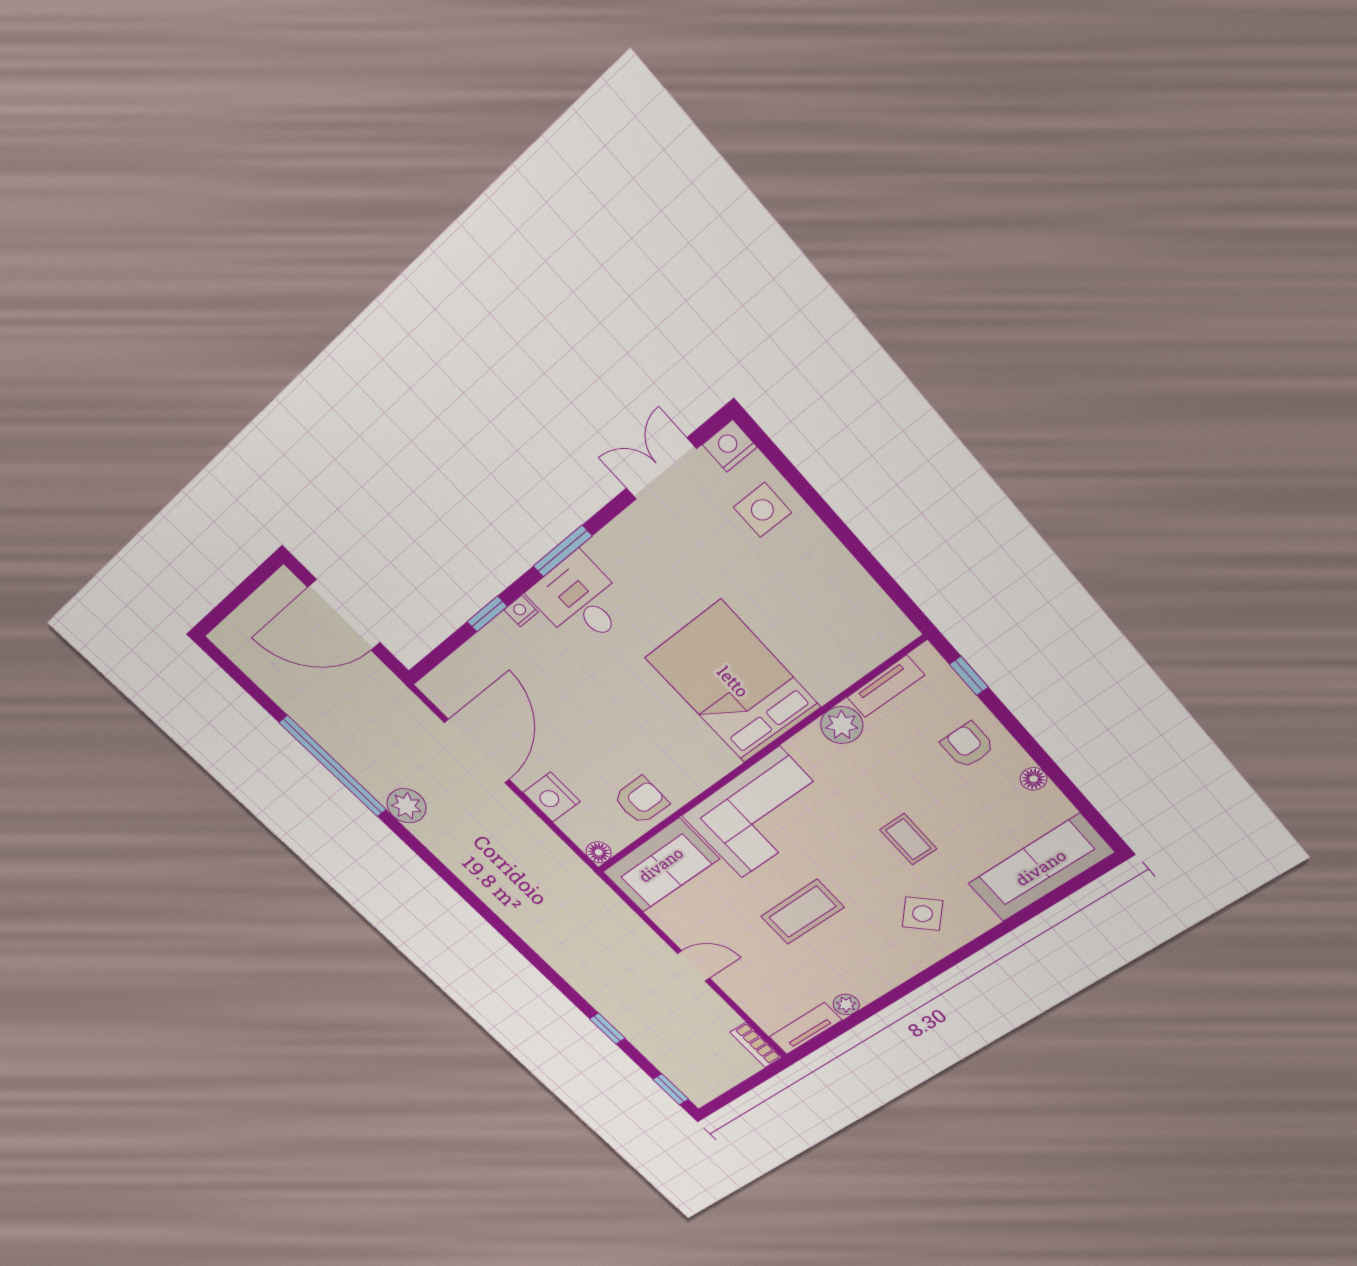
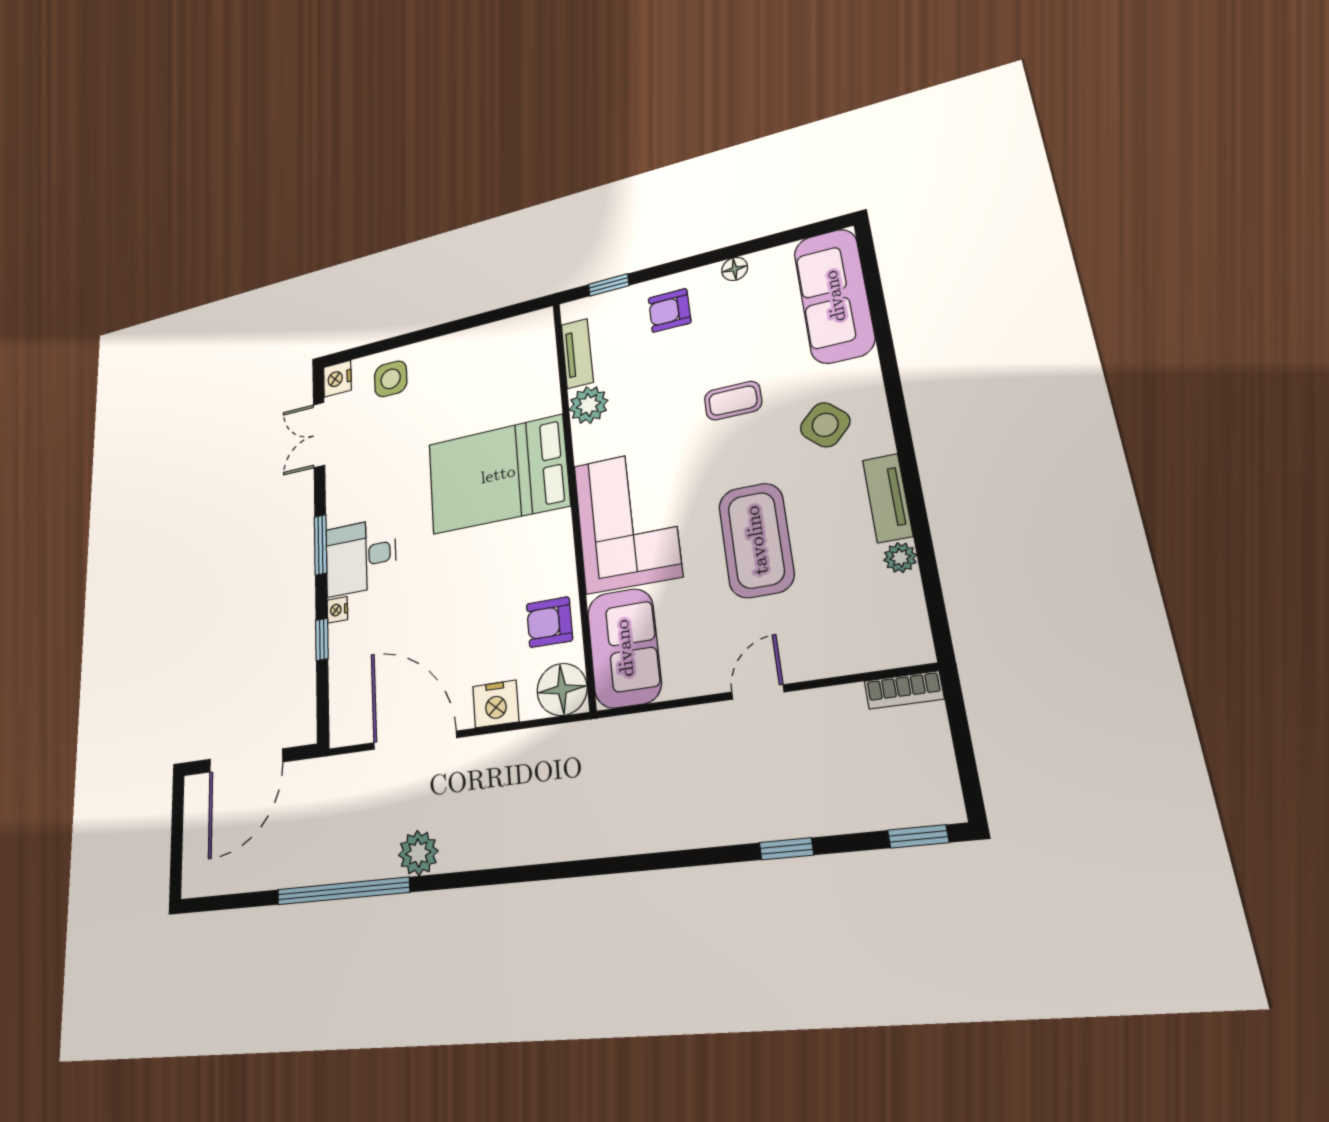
armchair: (641, 800) -> (549, 622), turned -90
floor lamp: (599, 852) -> (562, 689), width x1.89, depth x1.89
coffee table: (802, 912) -> (756, 540), width x1.36, depth x1.32
tv unit: (805, 1028) -> (888, 498), moved

